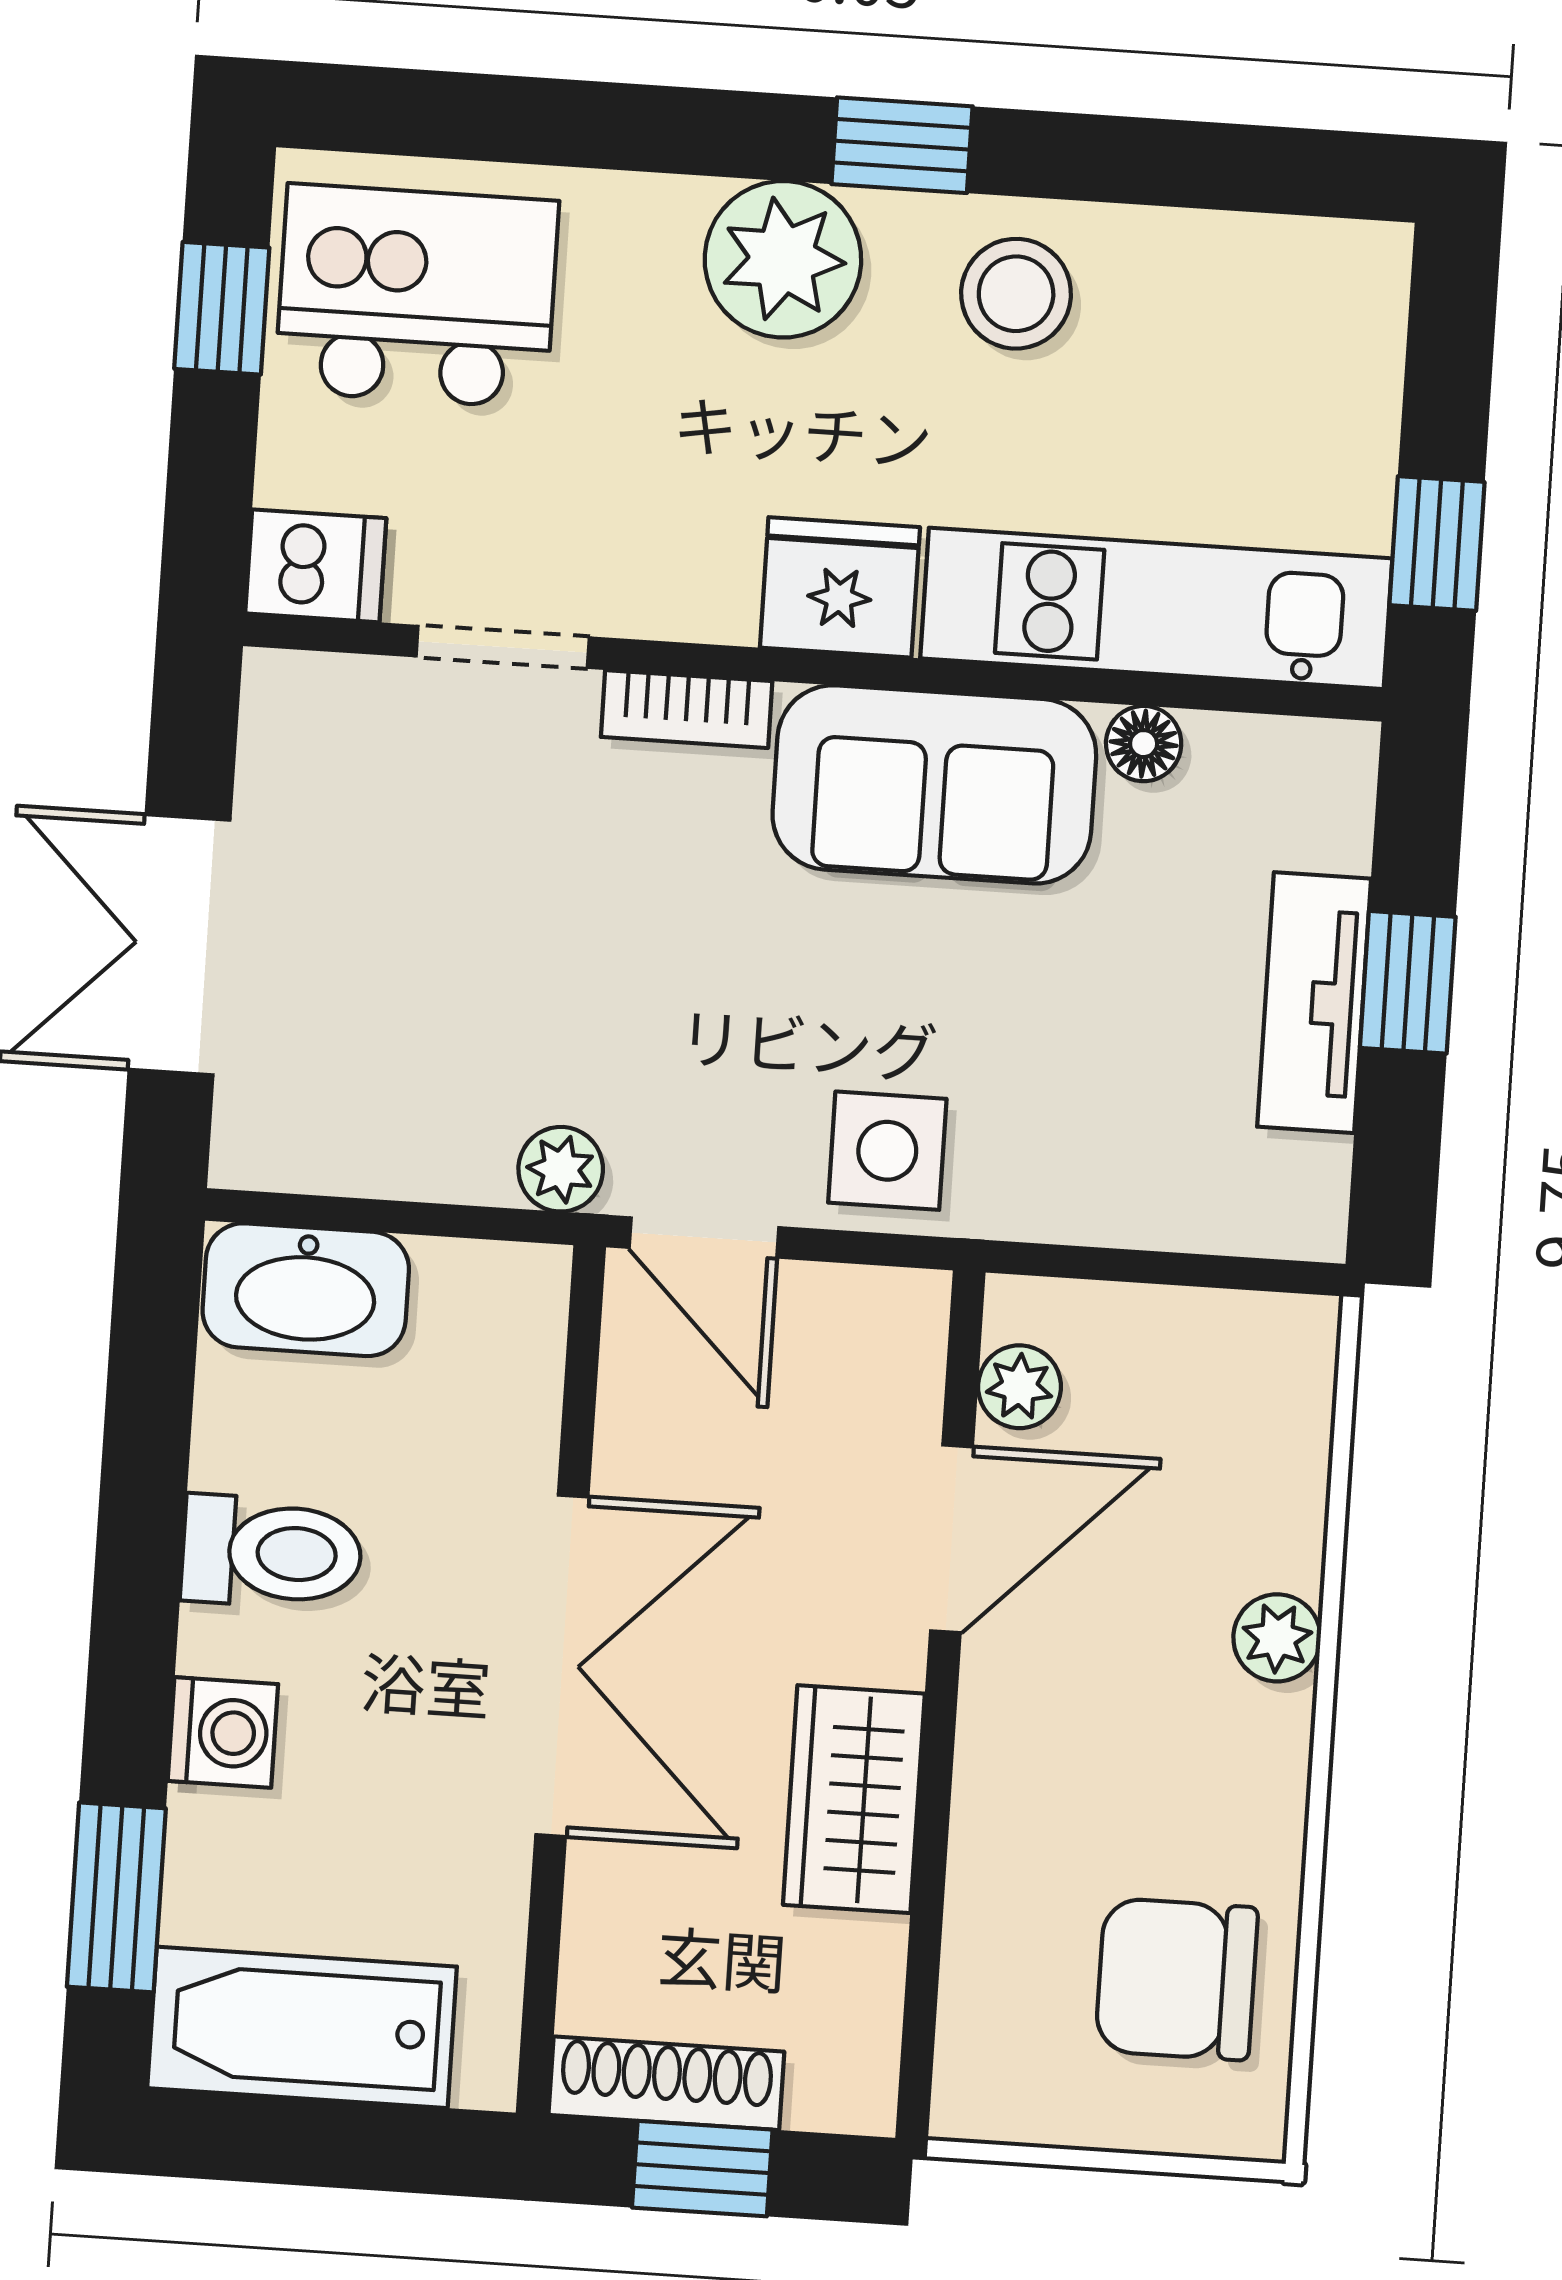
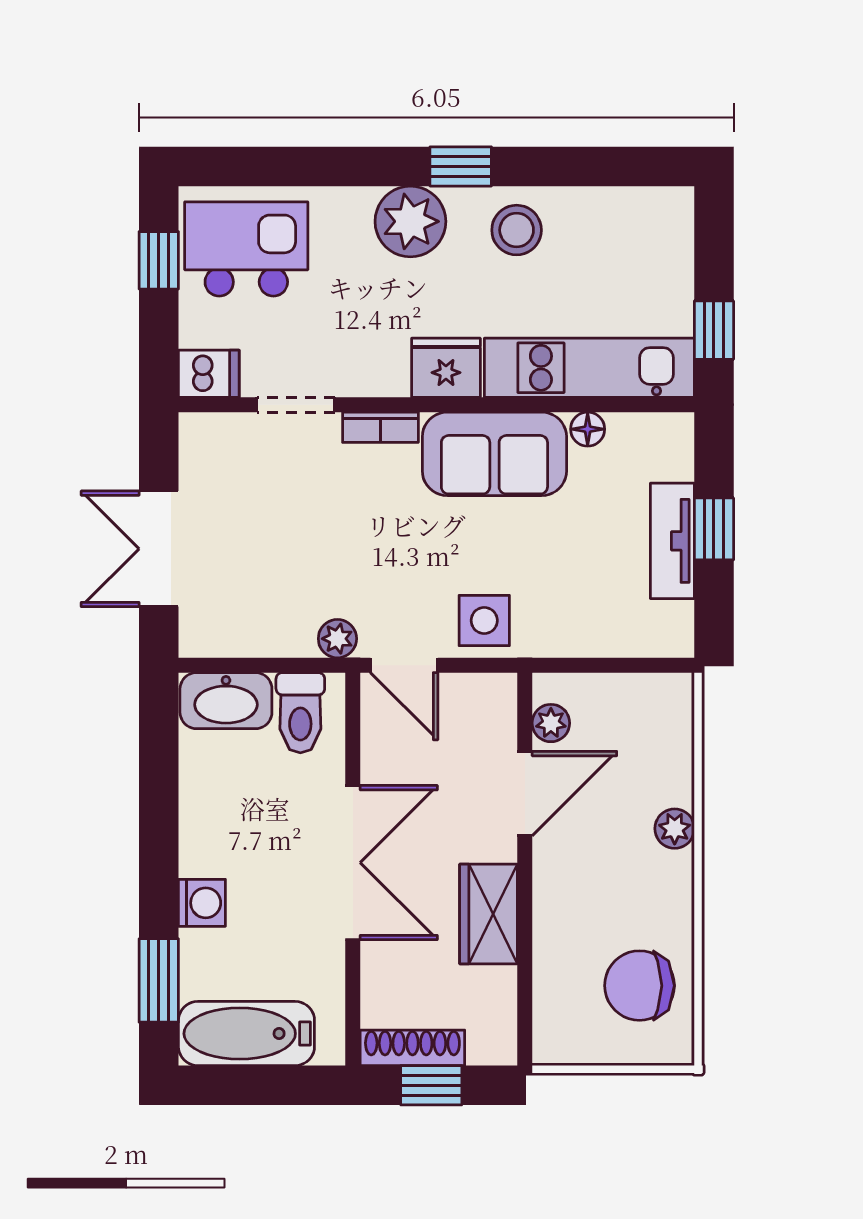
toilet: (272, 1552) -> (300, 713), moved, turned 90

